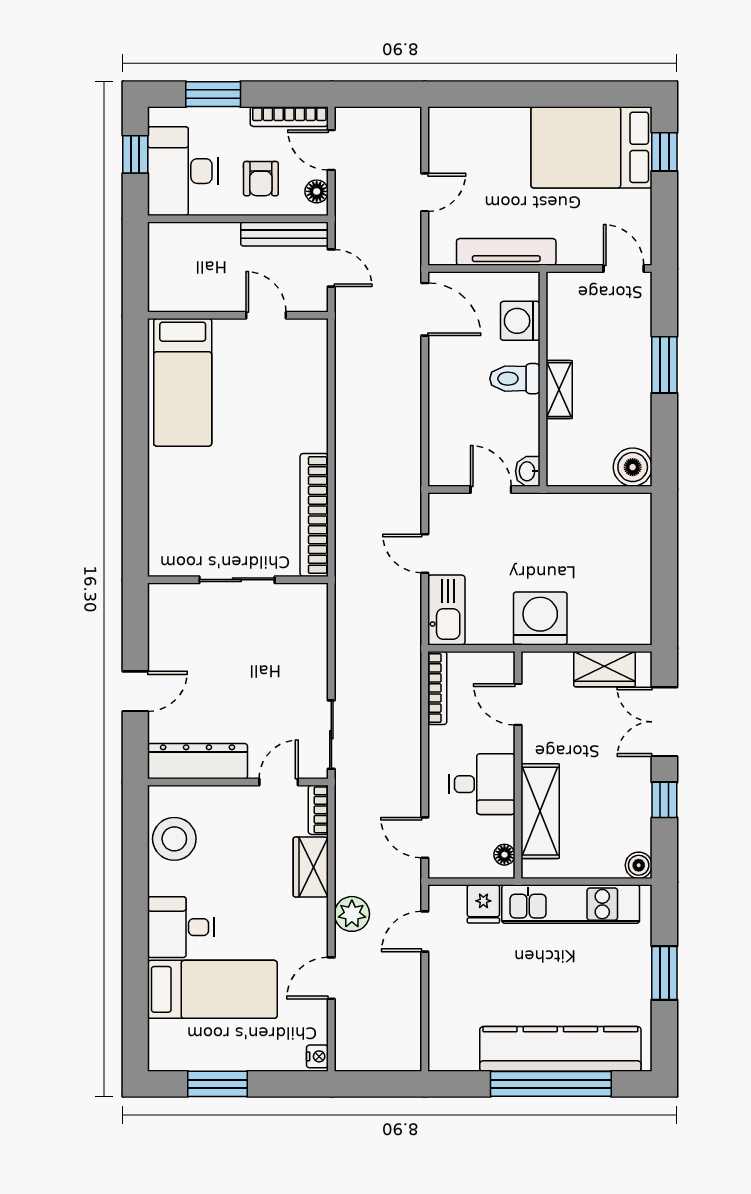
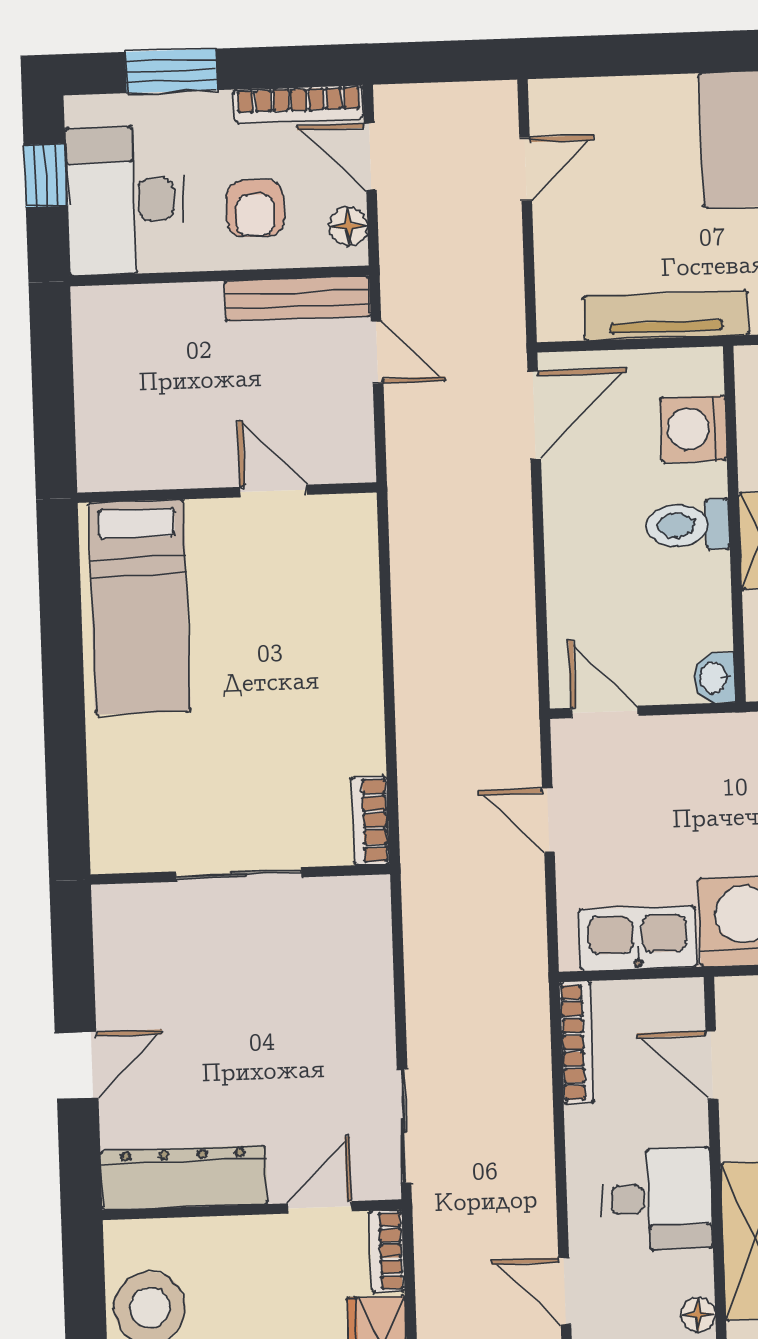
door: (425, 192) -> (526, 169), moved
door: (425, 309) -> (534, 415), hinge flipped
wall: (238, 315) -> (227, 493), moved
door: (266, 315) -> (274, 491), moved
bed: (183, 382) -> (139, 607), moved
door: (491, 489) -> (605, 712), moved
bookcase: (314, 515) -> (371, 820), width x0.43, depth x0.76
kitchen sink: (446, 610) -> (638, 938), moved, turned -90

